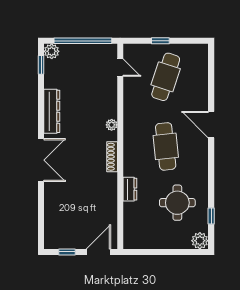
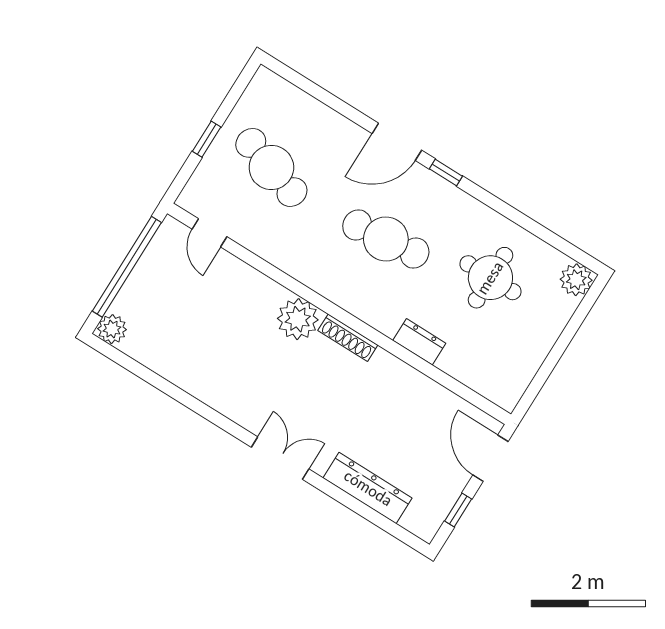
window: (41, 65) -> (123, 360), removed
door: (120, 68) -> (210, 233), swing flipped
dresser: (52, 111) -> (368, 488), moved
plant: (112, 125) -> (298, 319), width x1.88, depth x1.88
double door: (41, 160) -> (280, 458), width x0.73
window: (211, 216) -> (446, 172), moved

